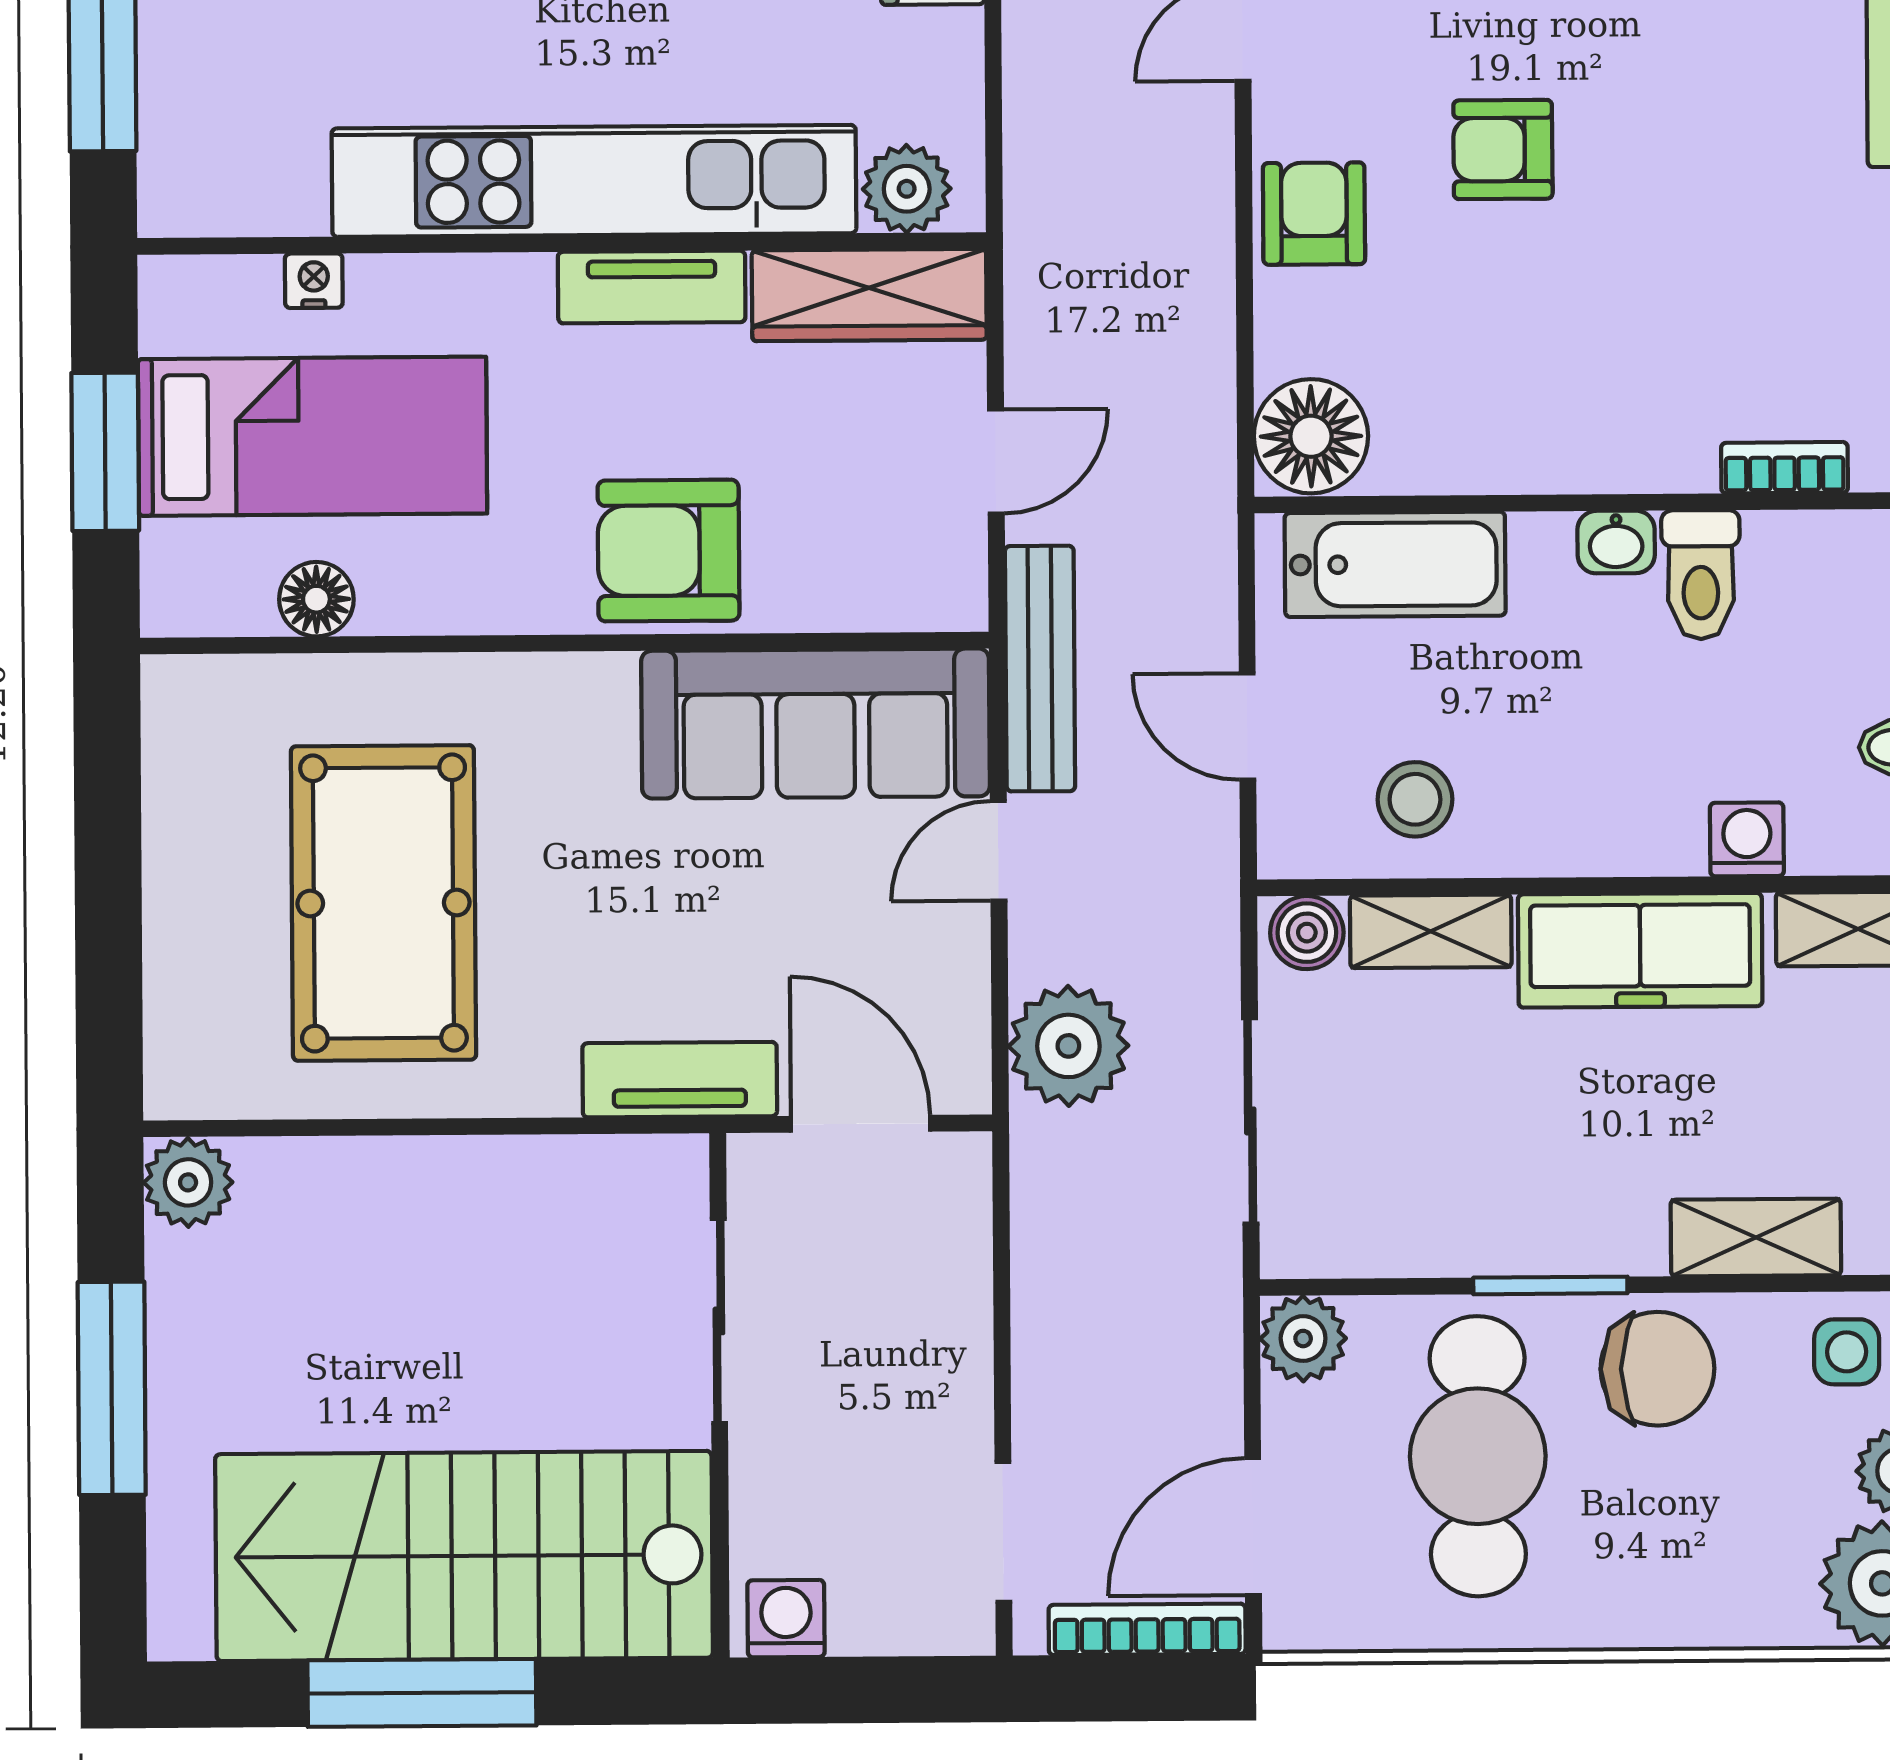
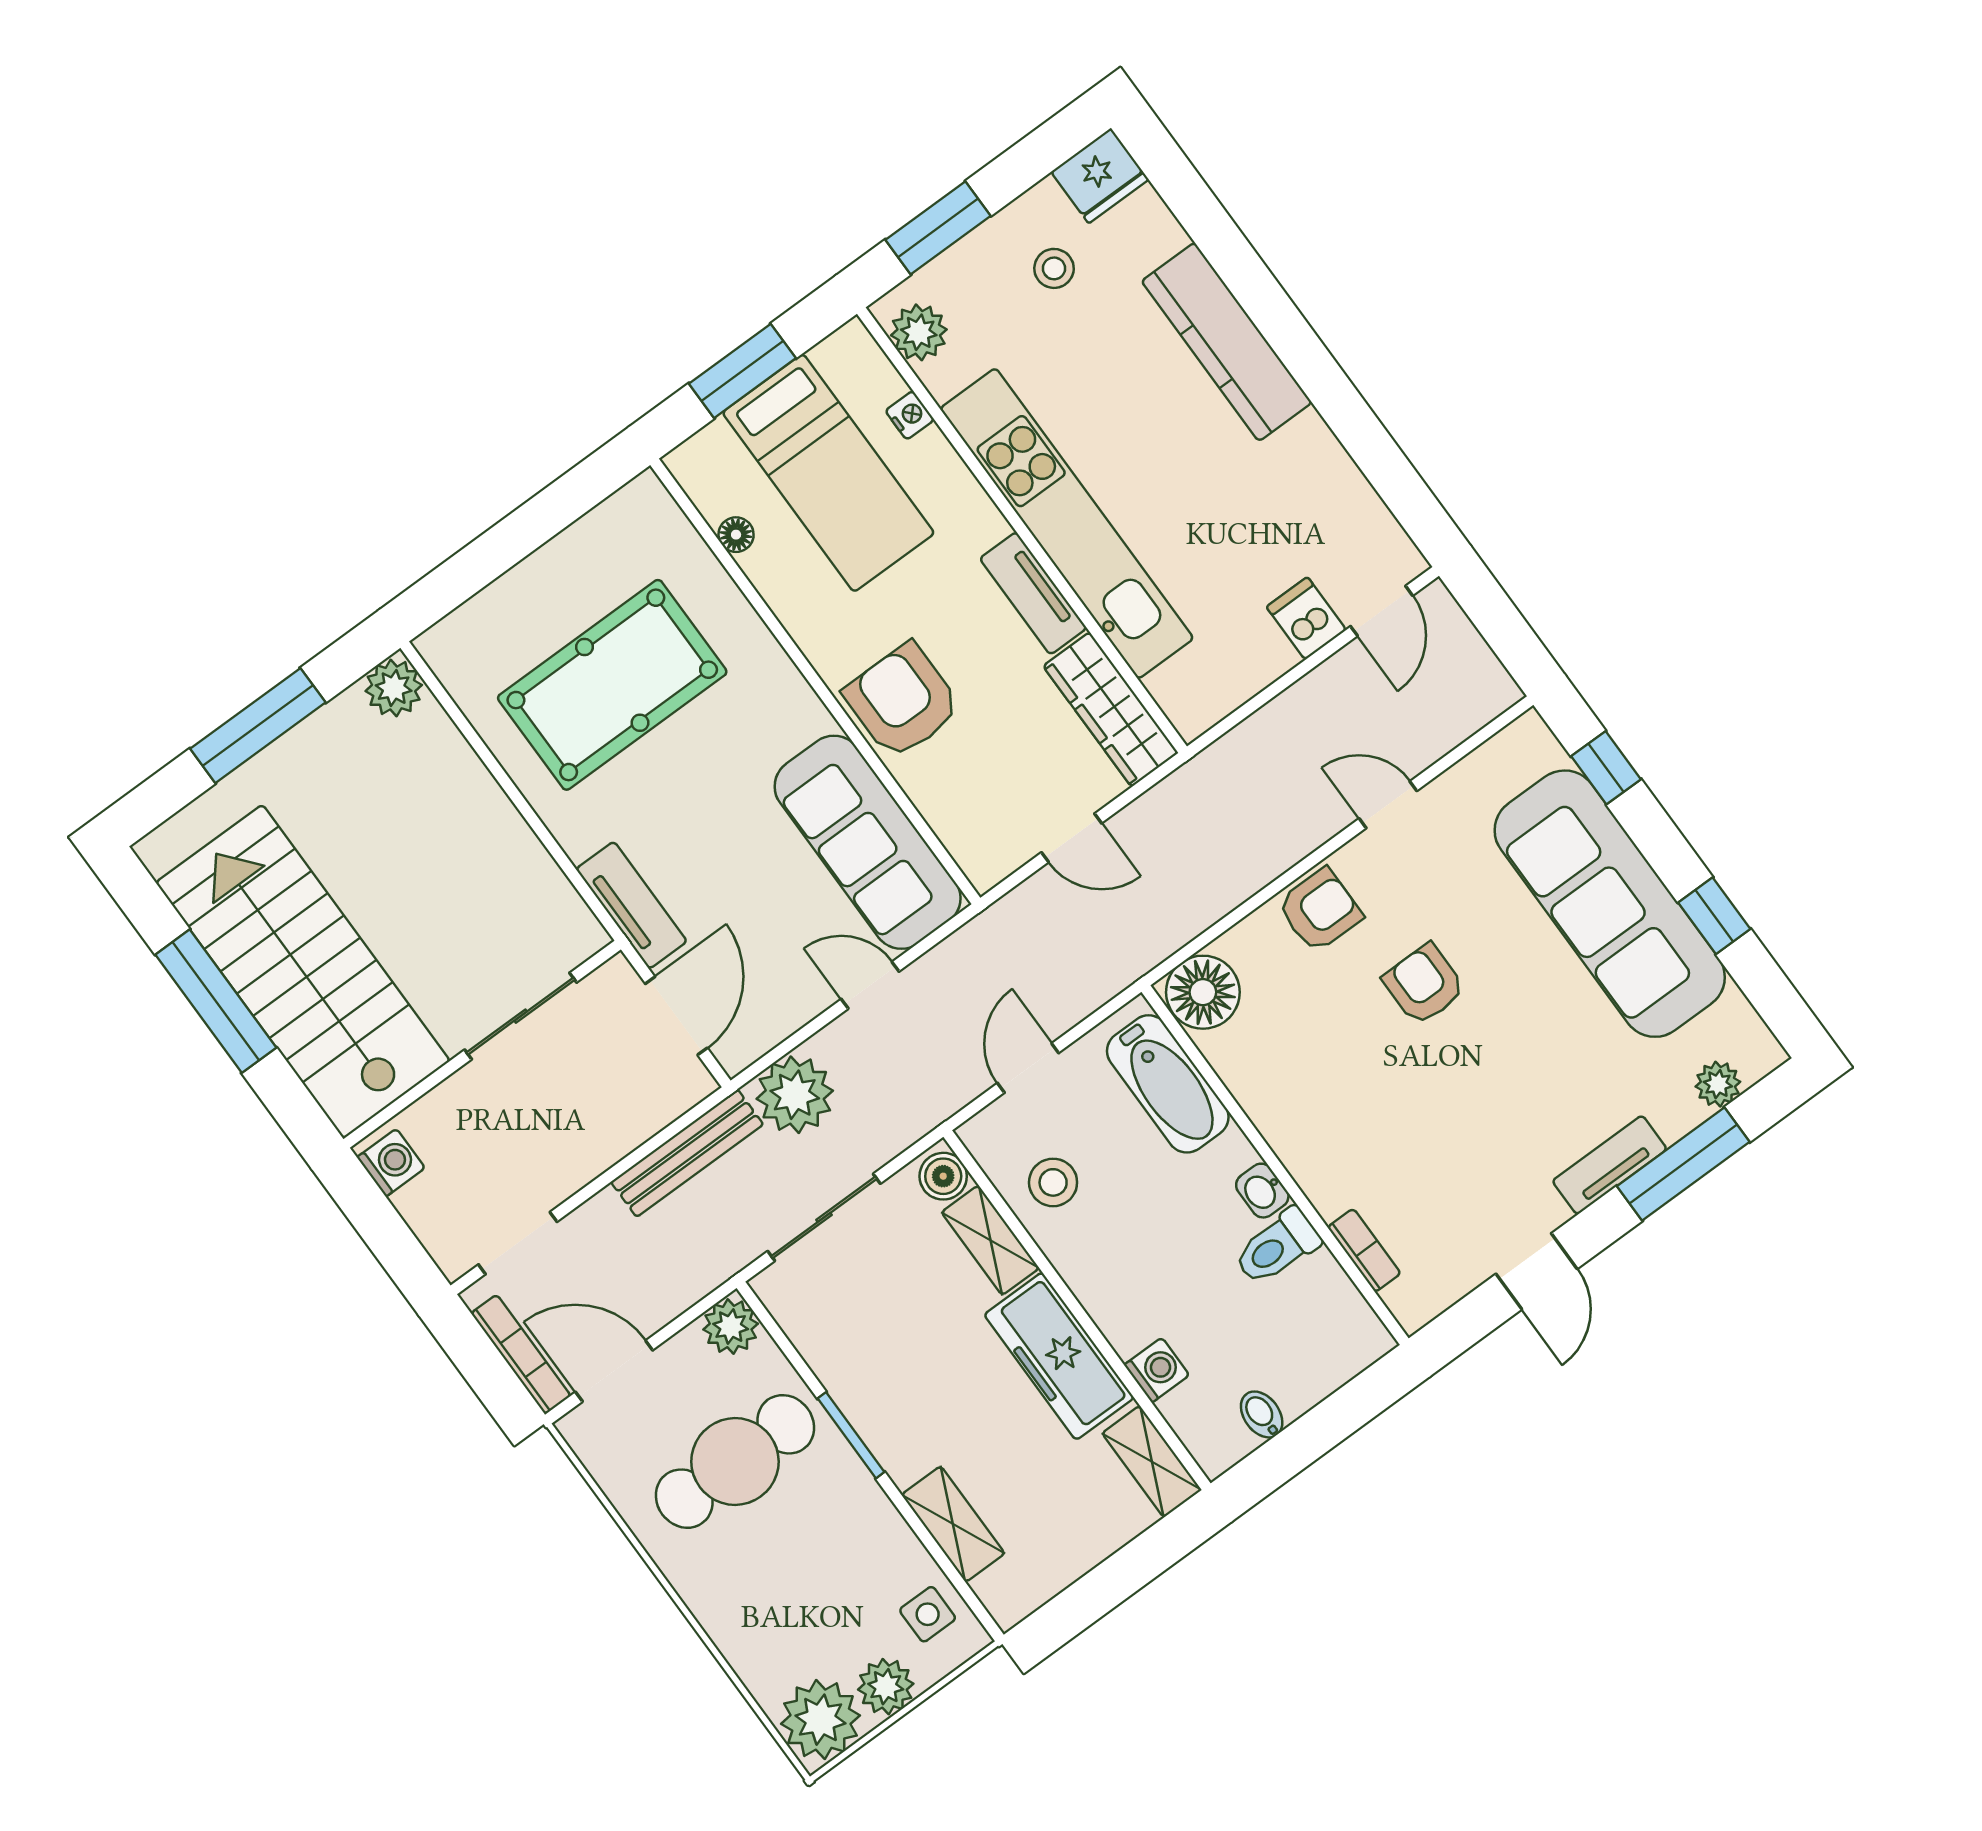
plant: (907, 189) -> (919, 332), moved
floor lamp: (316, 599) -> (736, 535), width x0.73, depth x0.73
bench: (1040, 669) -> (687, 1153), moved
chair: (1657, 1369) -> (848, 1522), removed

